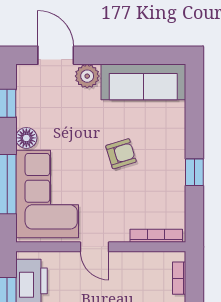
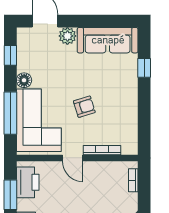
armchair: (121, 154) -> (84, 107), moved
window: (194, 172) -> (144, 68), moved
bookcase: (156, 236) -> (102, 150), moved

